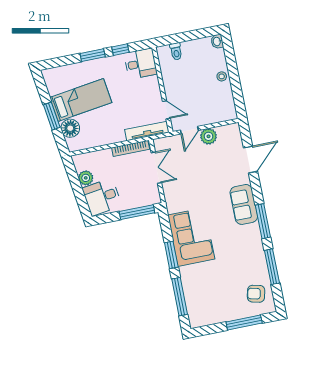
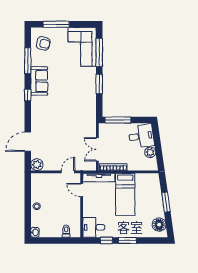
bed: (81, 100) -> (125, 194), moved, turned -82
floor lamp: (70, 128) -> (159, 225), moved
plant: (209, 136) -> (37, 165), moved
sofa: (244, 204) -> (39, 81), moved
window: (263, 221) -> (28, 95), width x0.46
corner sofa: (191, 237) -> (82, 47), moved

